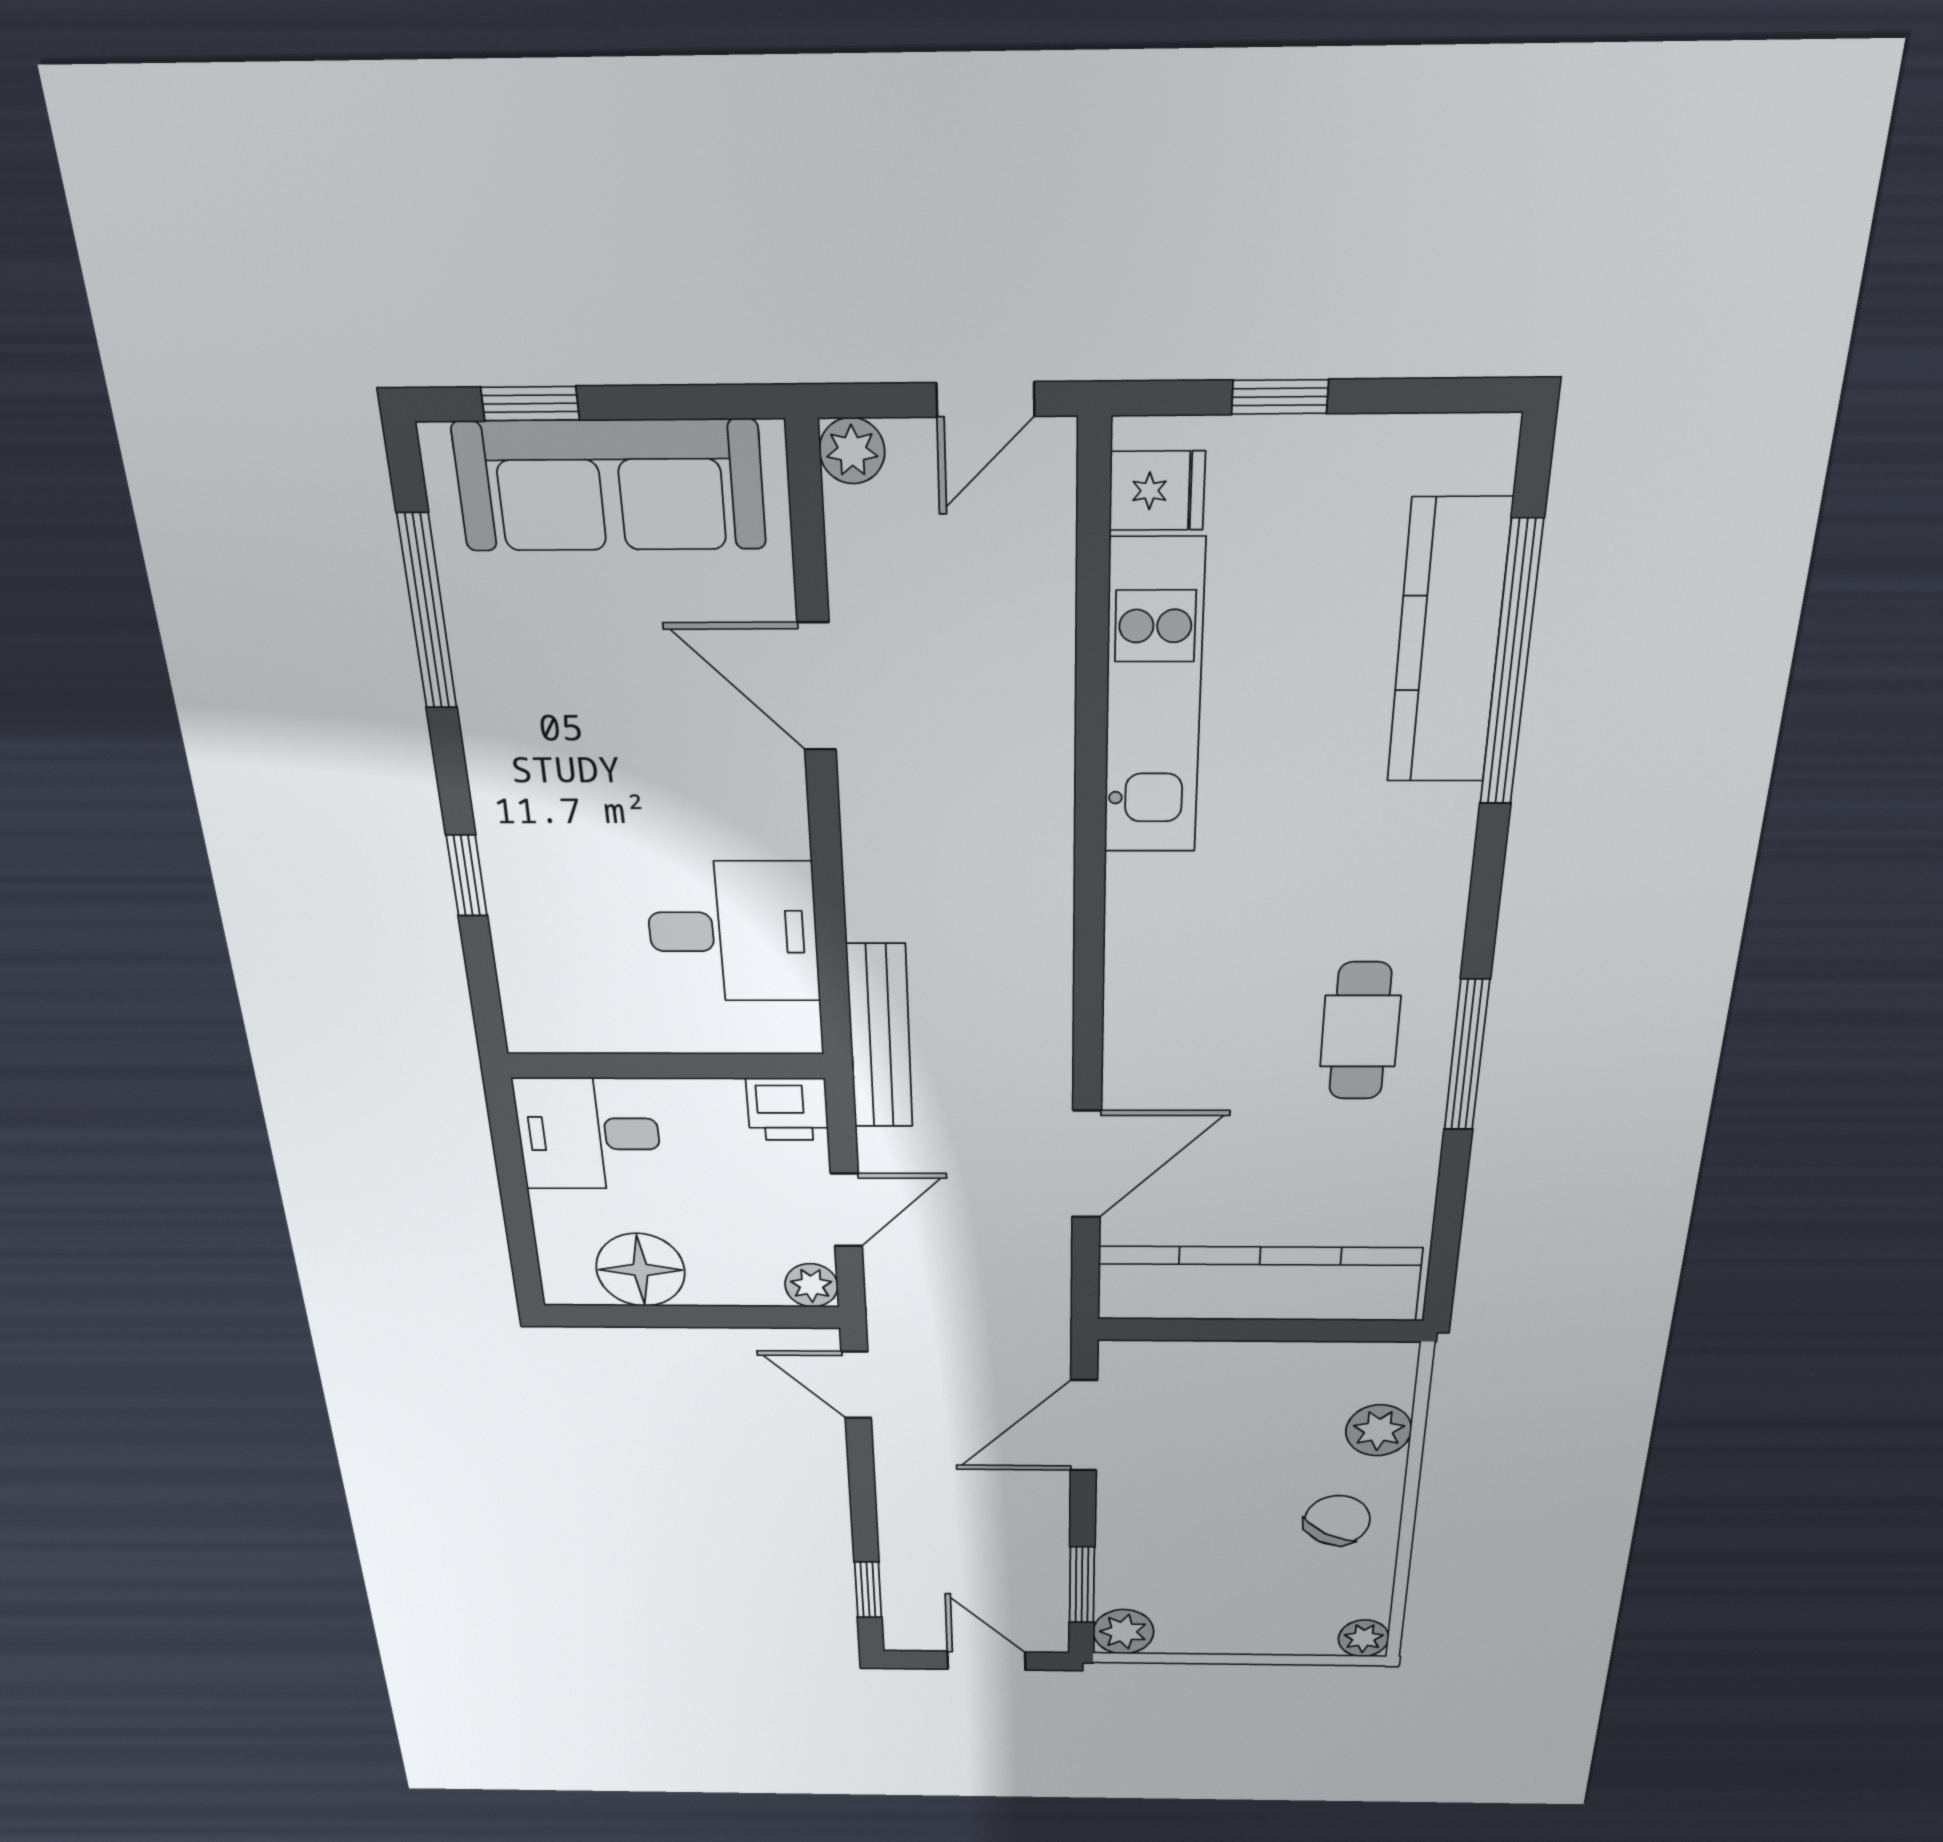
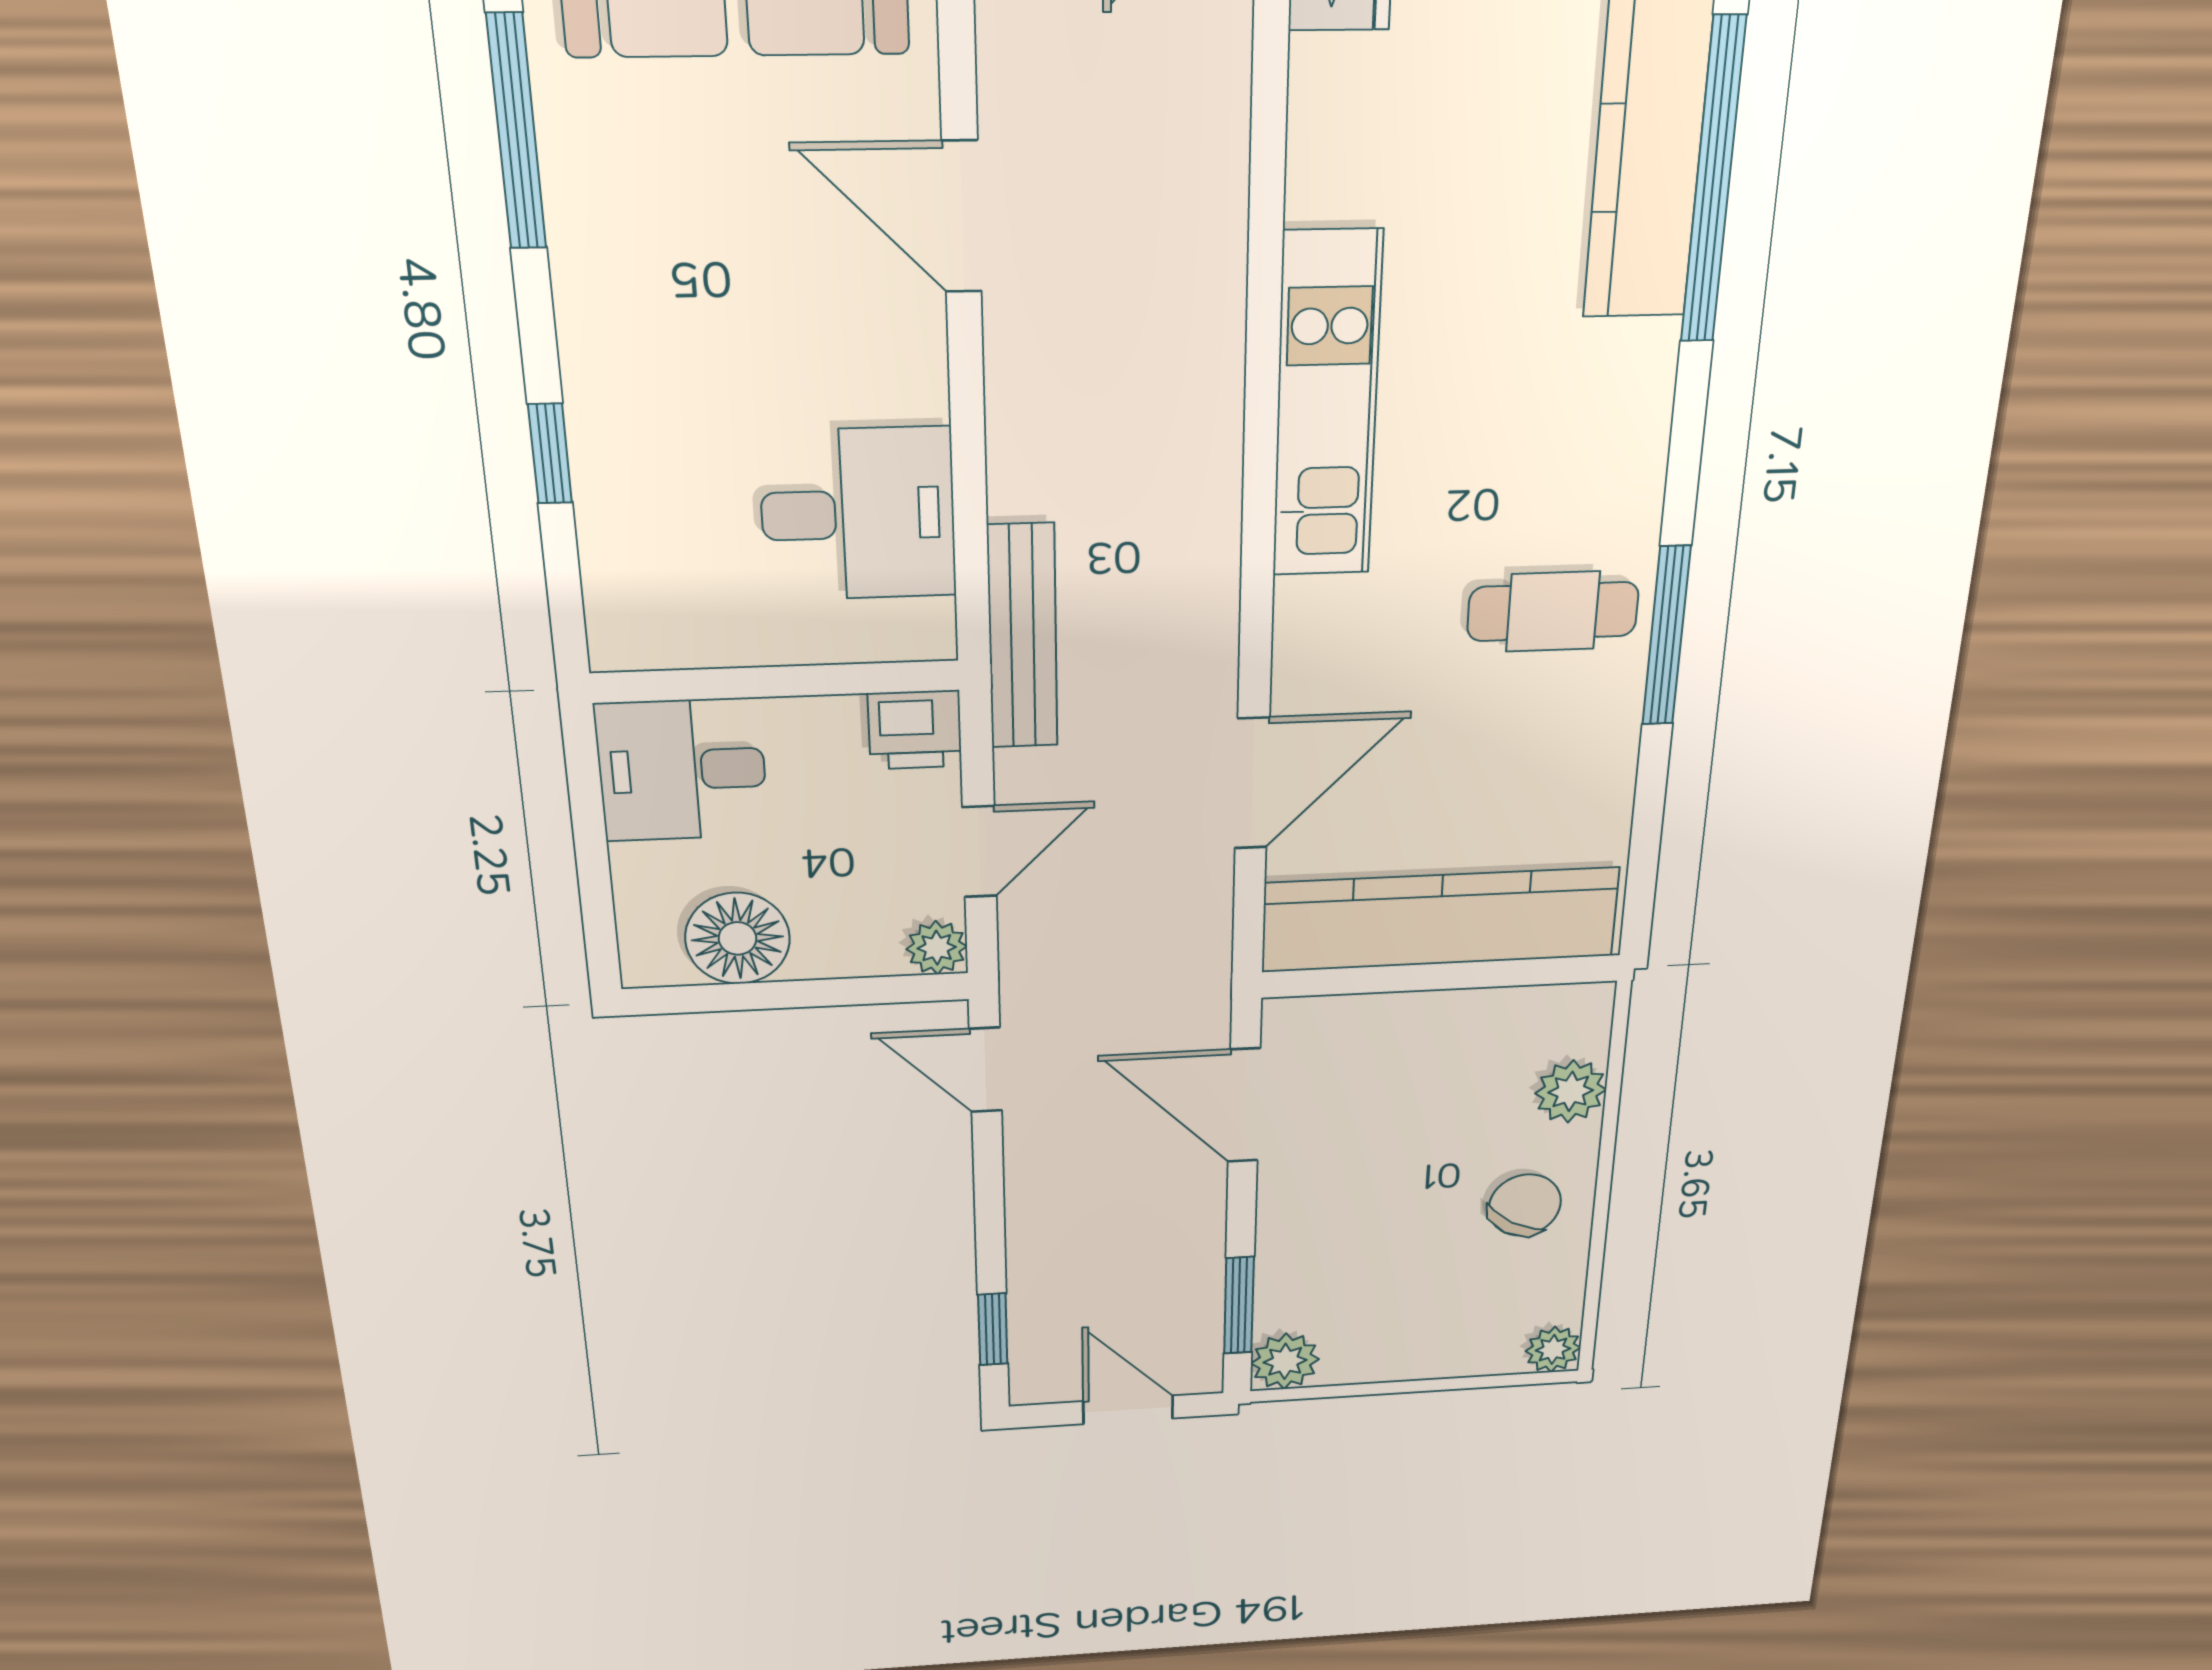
kitchen unit: (1153, 699) -> (1327, 406), moved
cafe table: (1360, 1031) -> (1553, 612), turned 90
door: (1084, 1426) -> (1244, 1105), hinge flipped

